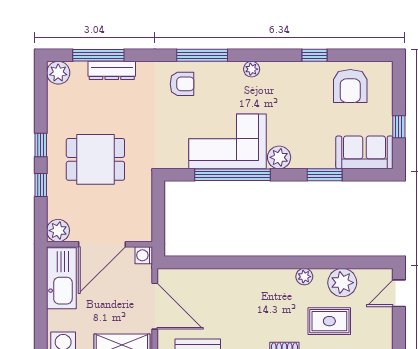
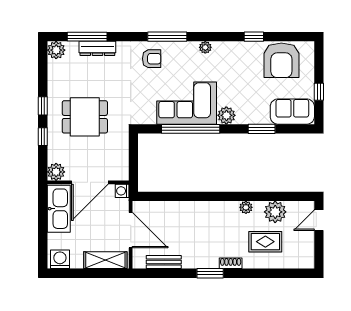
armchair: (350, 86) -> (281, 60), width x1.36, depth x1.36

